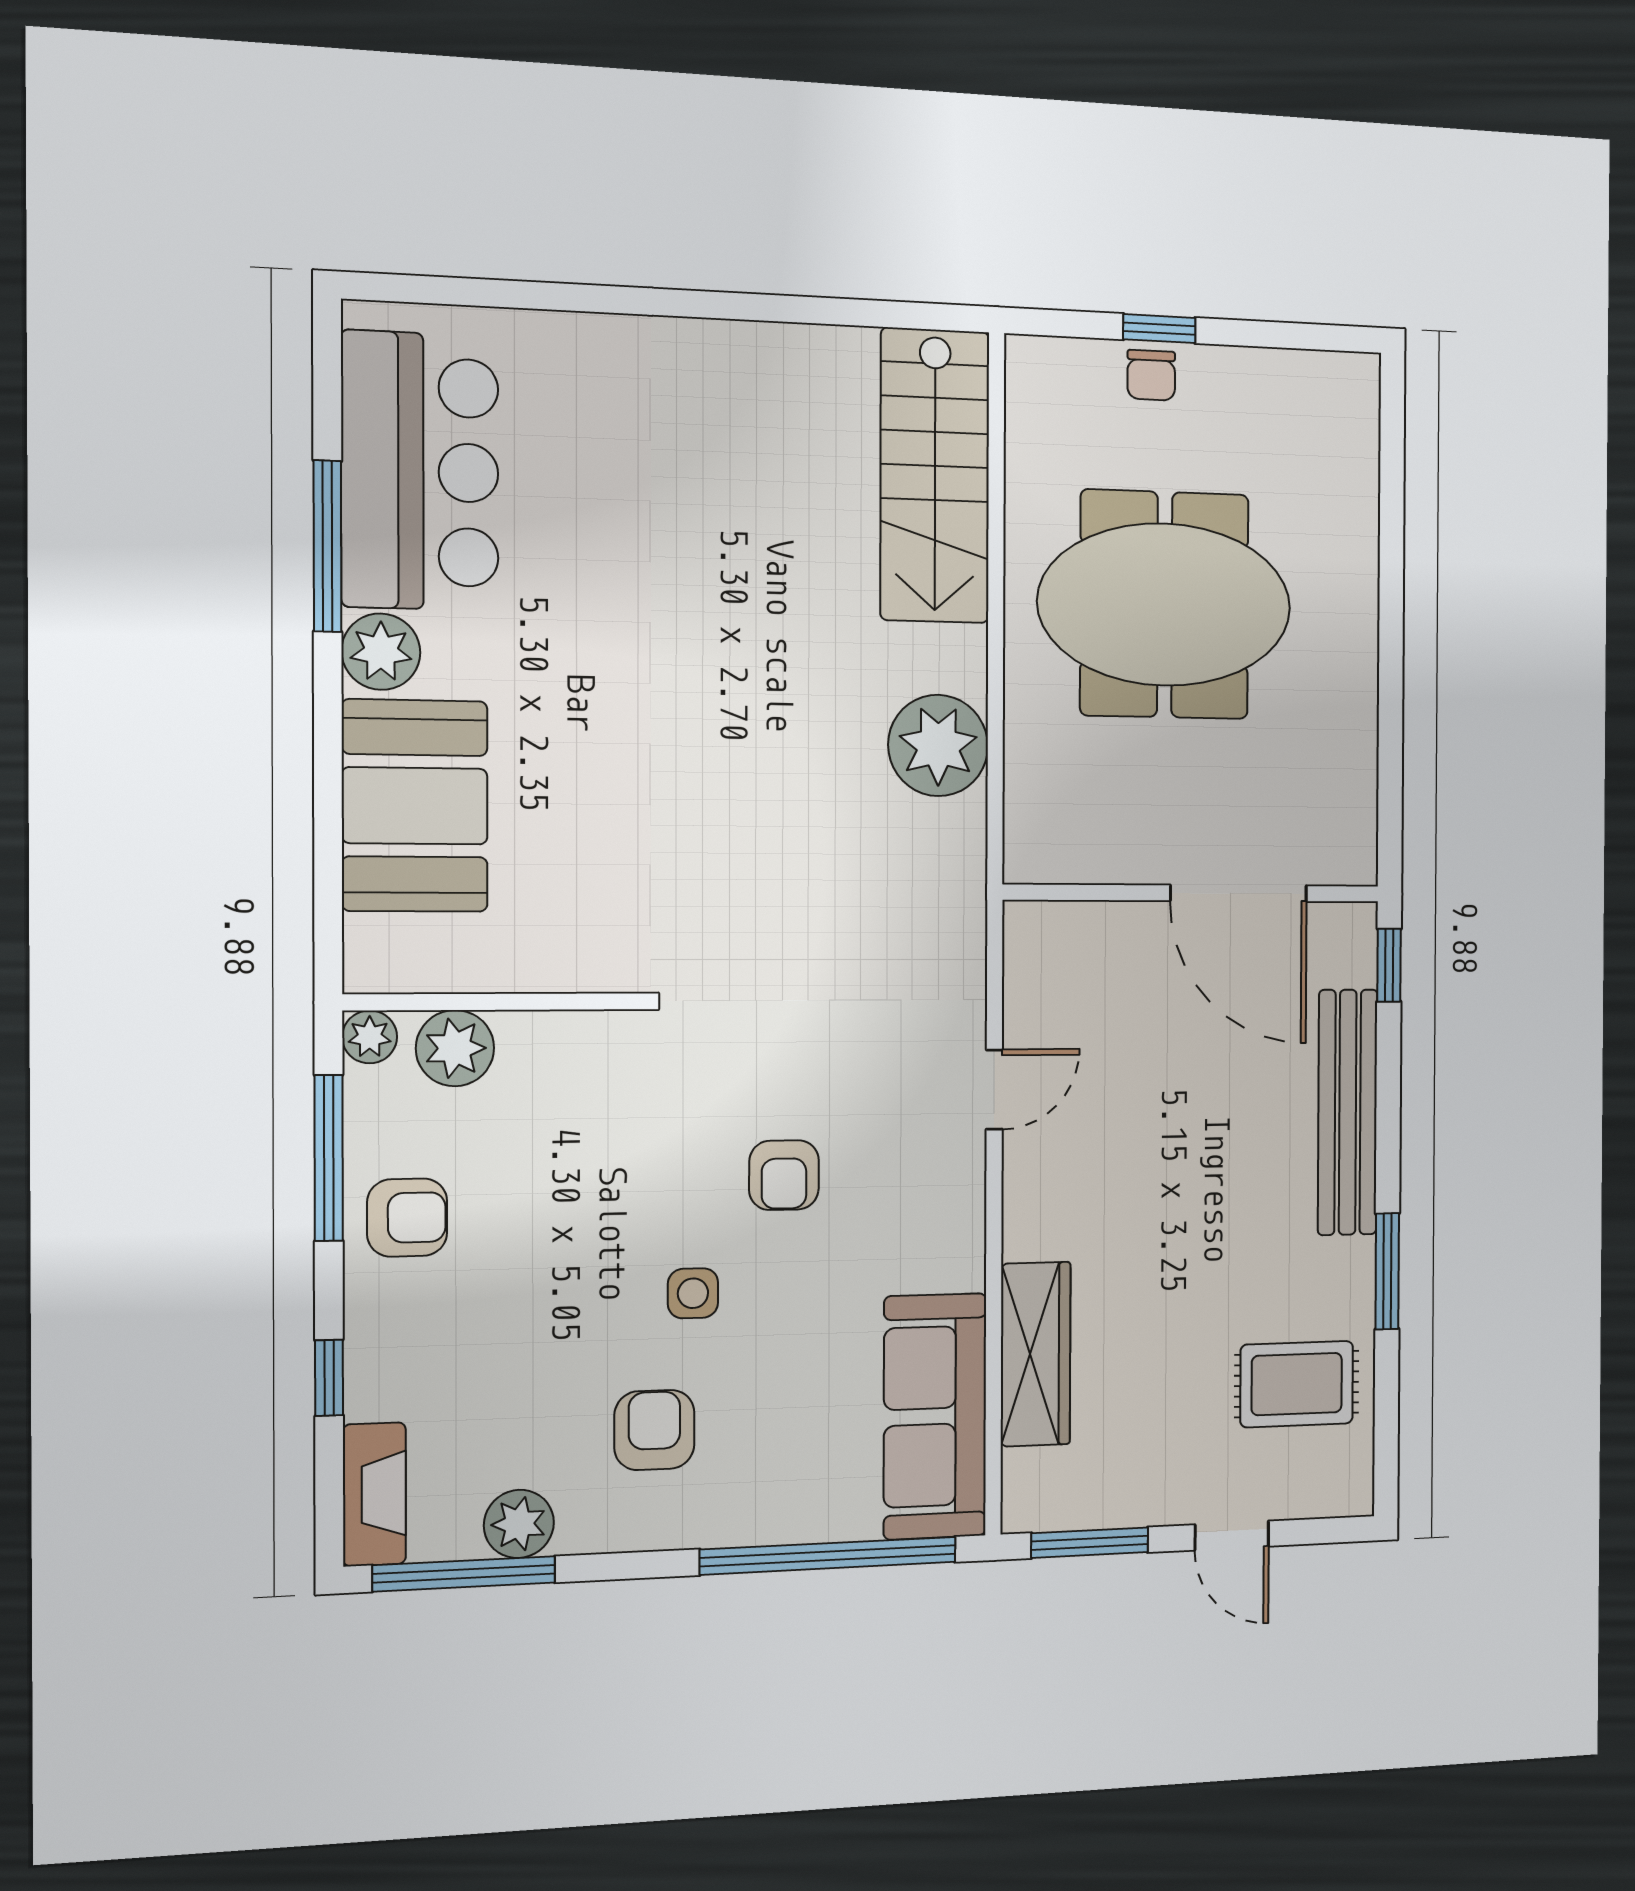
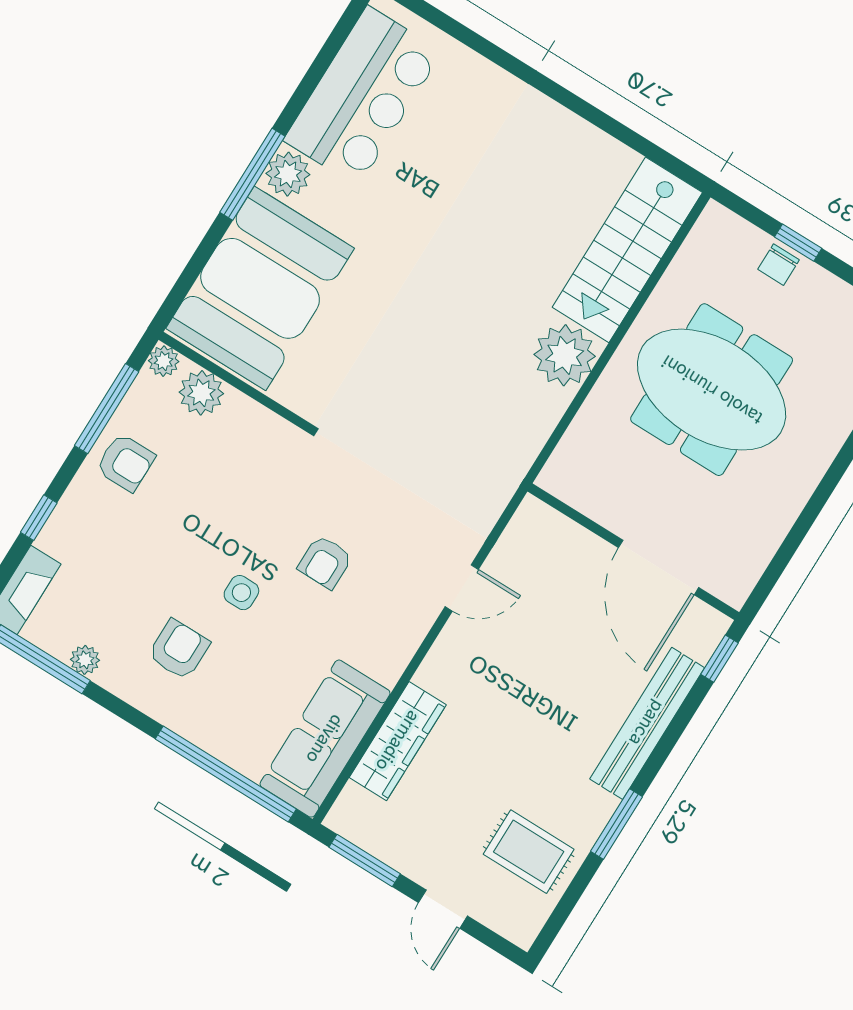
window: (328, 546) -> (252, 174), moved
plant: (938, 746) -> (565, 355), moved
booth: (415, 806) -> (260, 288), width x1.36, depth x1.42
plant: (519, 1524) -> (85, 660), width x0.73, depth x0.73

